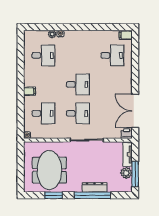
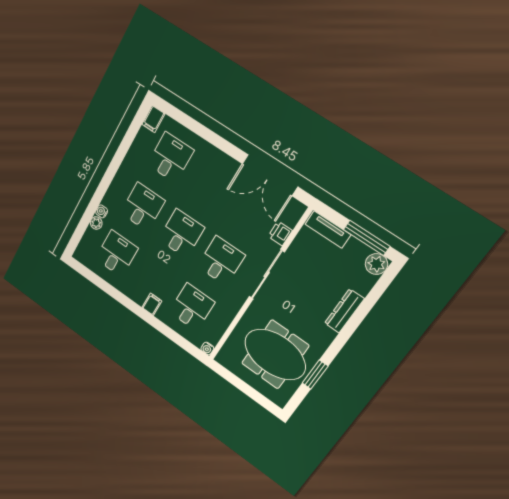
desk: (78, 55) -> (143, 207), added
printer: (127, 134) -> (280, 233), moved
plant: (126, 173) -> (376, 264), moved
window: (92, 195) -> (354, 322), removed

